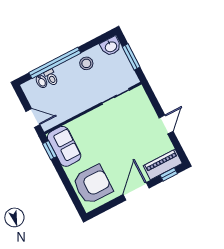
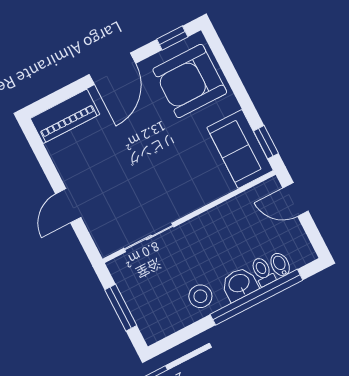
washbasin: (111, 46) -> (239, 284), moved
door: (166, 125) -> (68, 206), moved
window: (169, 174) -> (172, 38), moved

